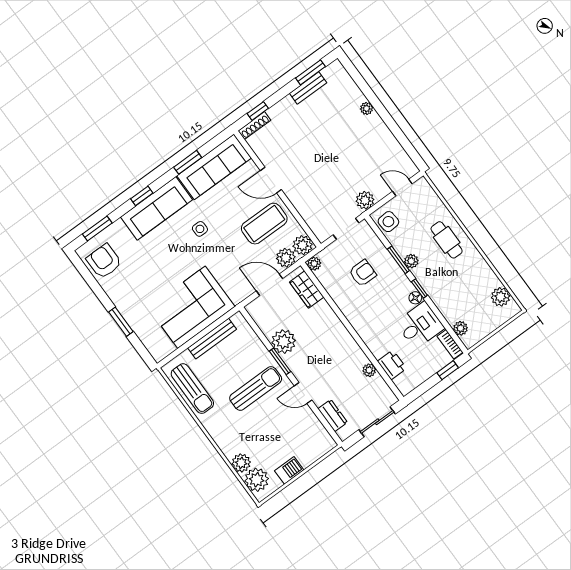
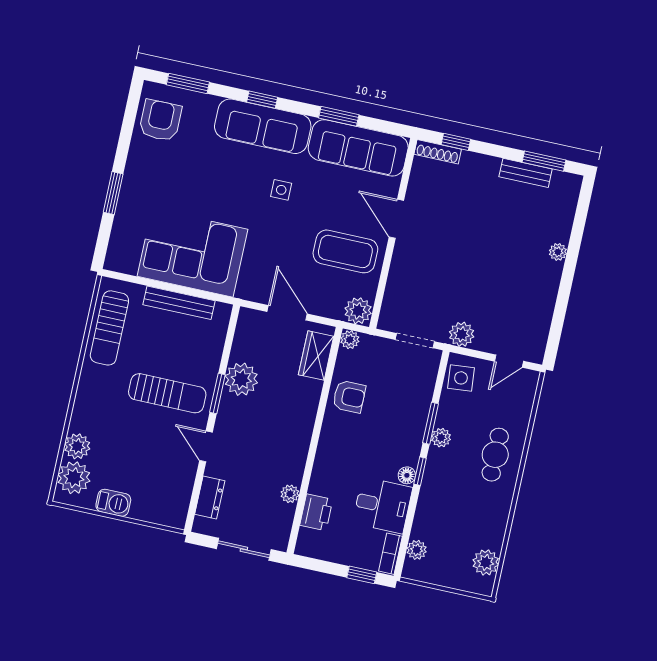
door: (402, 187) -> (509, 361), swing flipped
plant: (286, 258) -> (330, 305), removed
armchair: (363, 273) -> (349, 397), moved

